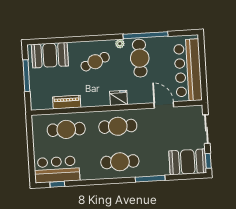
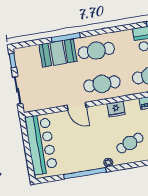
cafe table: (140, 58) -> (88, 151), removed
fridge: (119, 98) -> (116, 109), moved
door: (164, 105) -> (77, 106), moved
booth: (188, 162) -> (58, 53), moved

